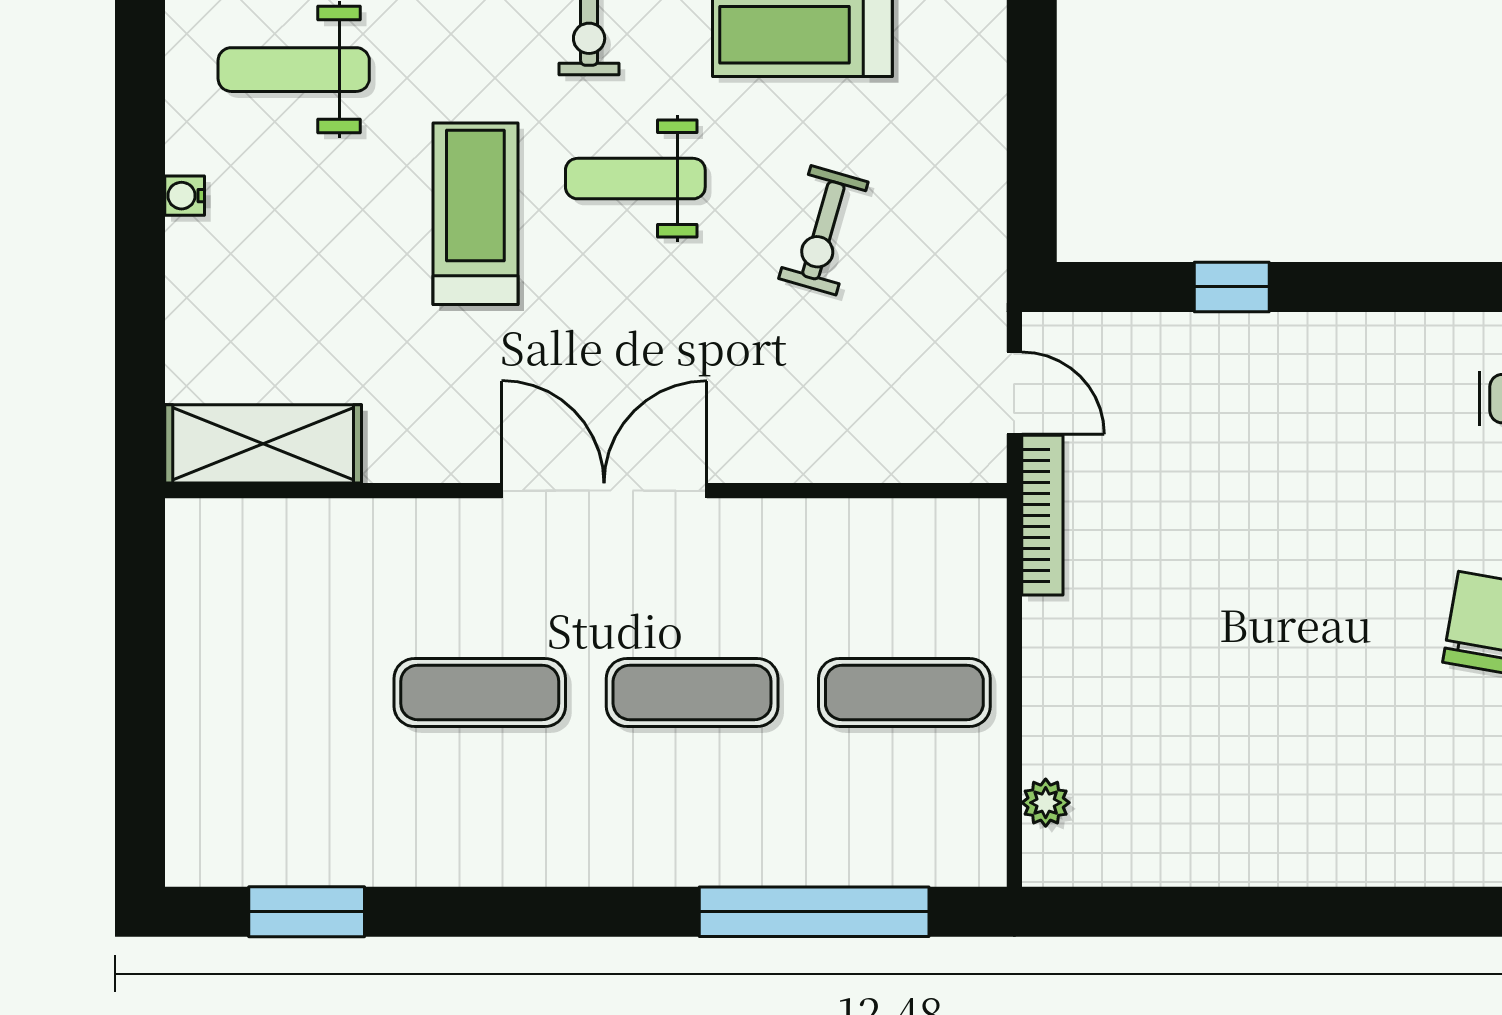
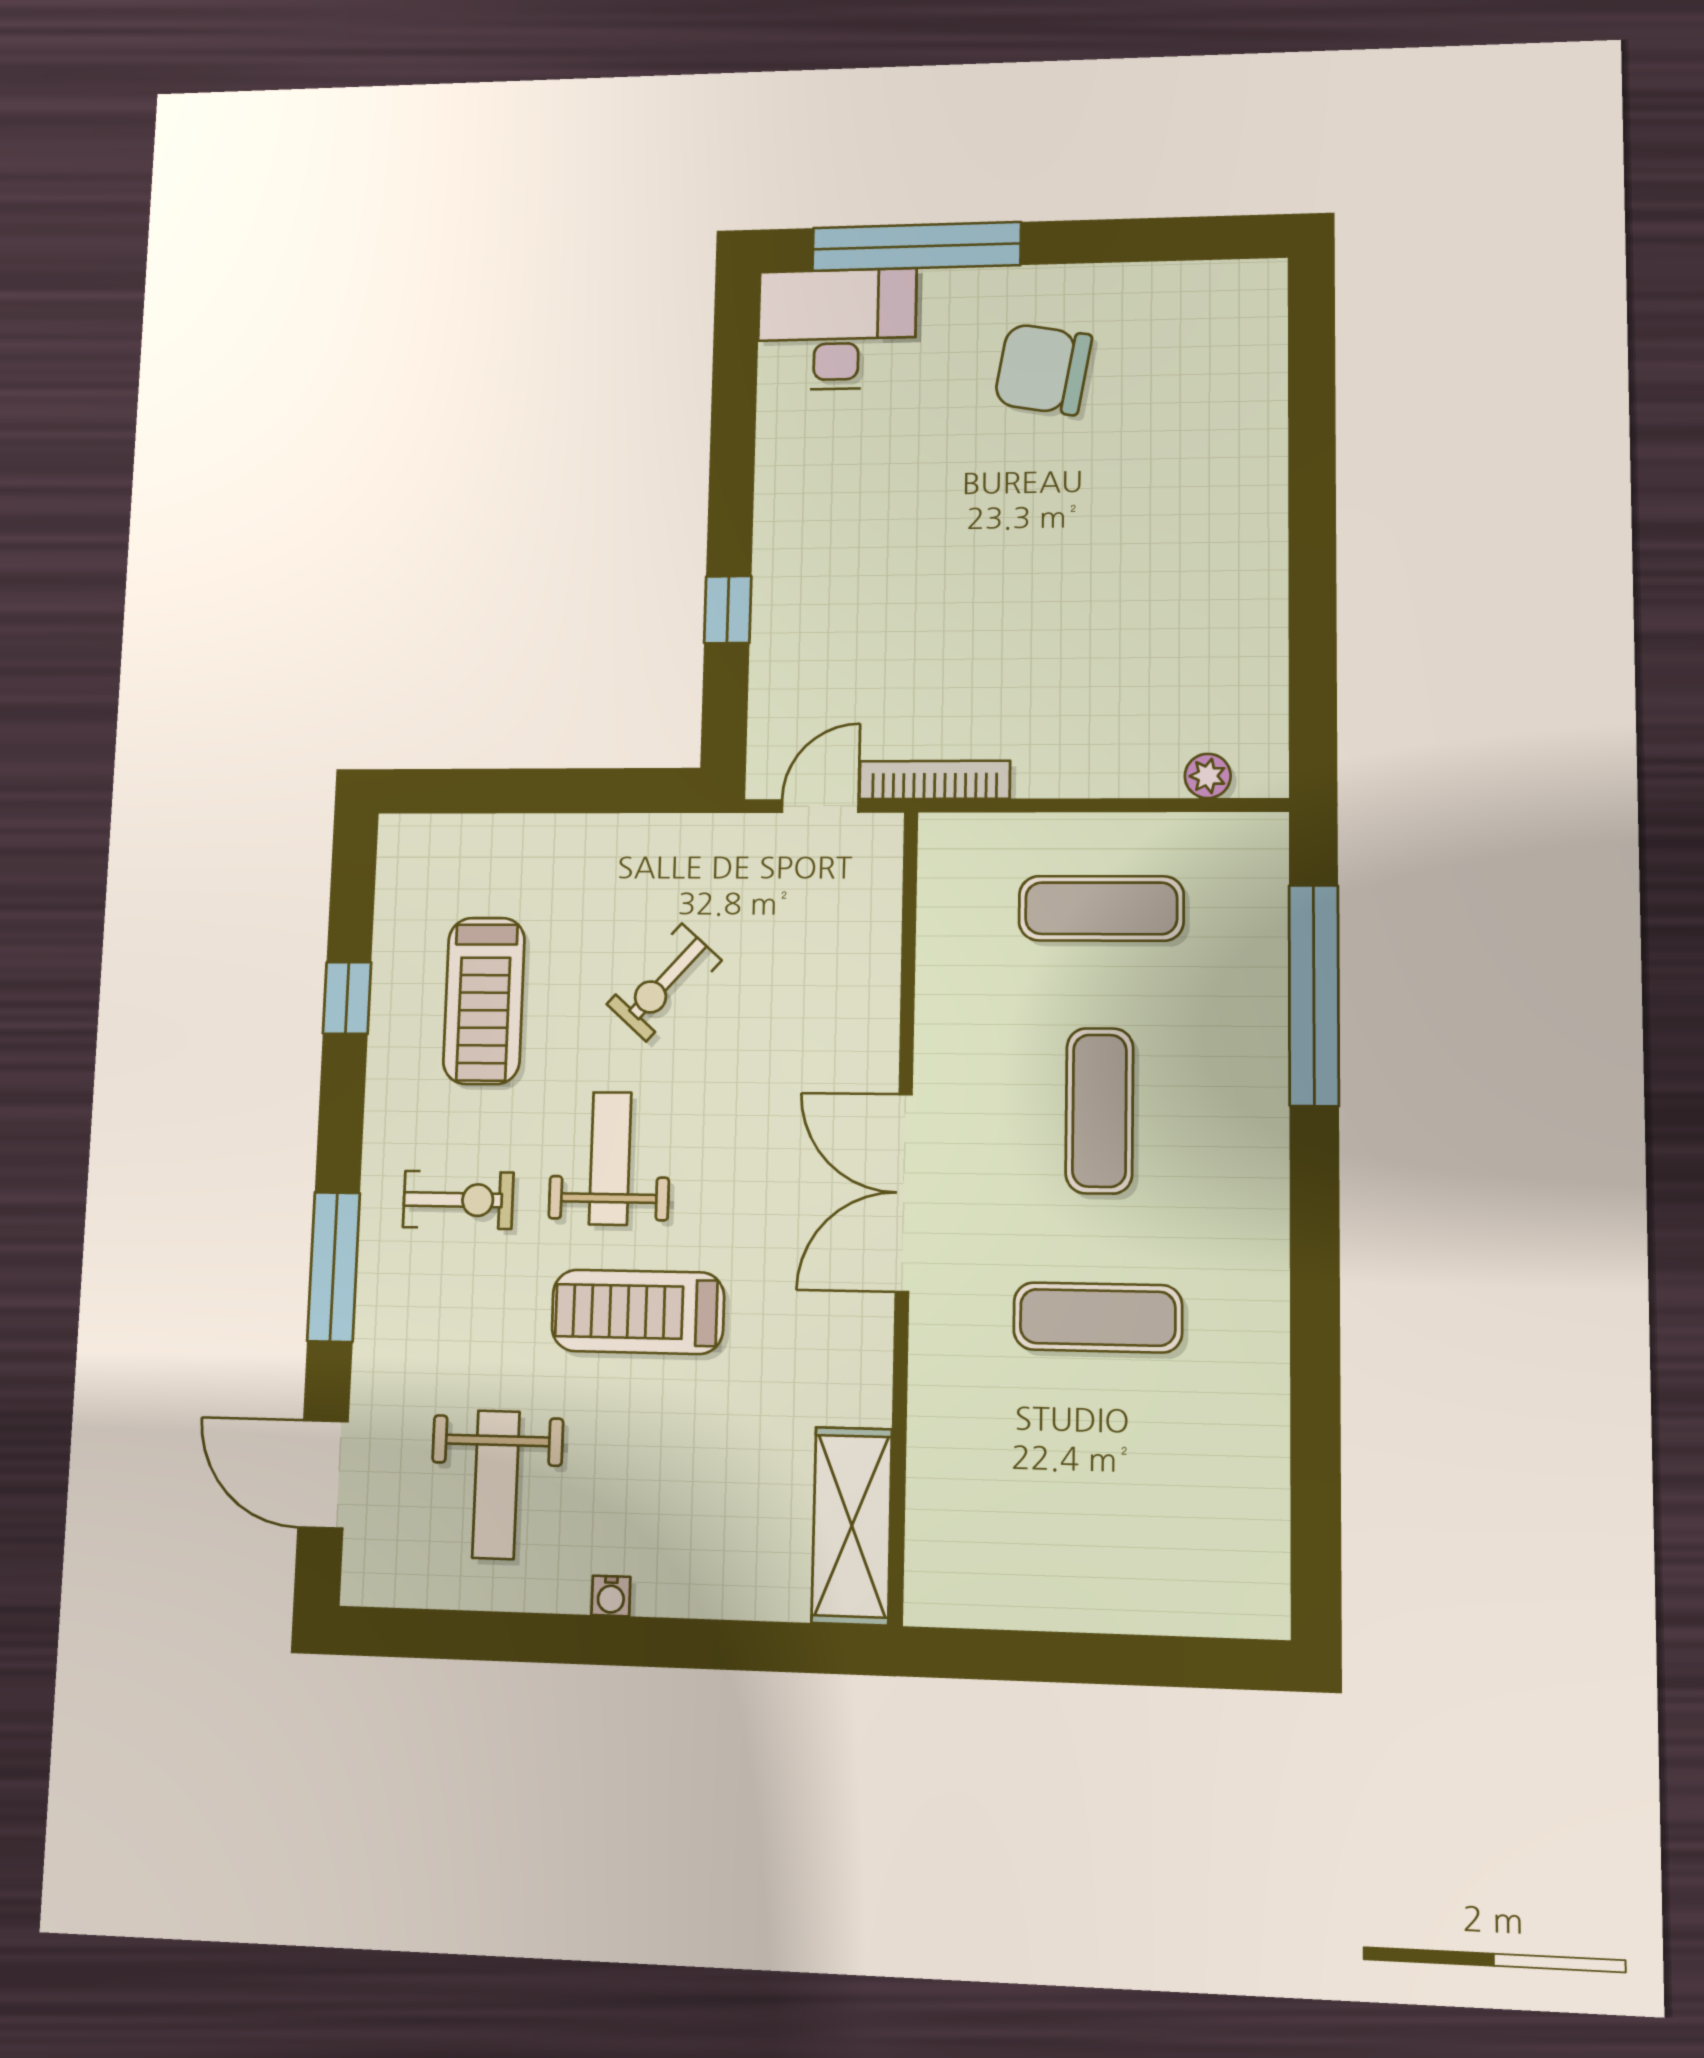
weight bench: (635, 179) -> (610, 1158), turned 180
exercise bike: (823, 230) -> (664, 982), turned 116
exercise mat: (480, 692) -> (1098, 1317), turned 90
exercise mat: (904, 692) -> (1101, 908), turned 90
window: (307, 912) -> (1316, 1496), removed

